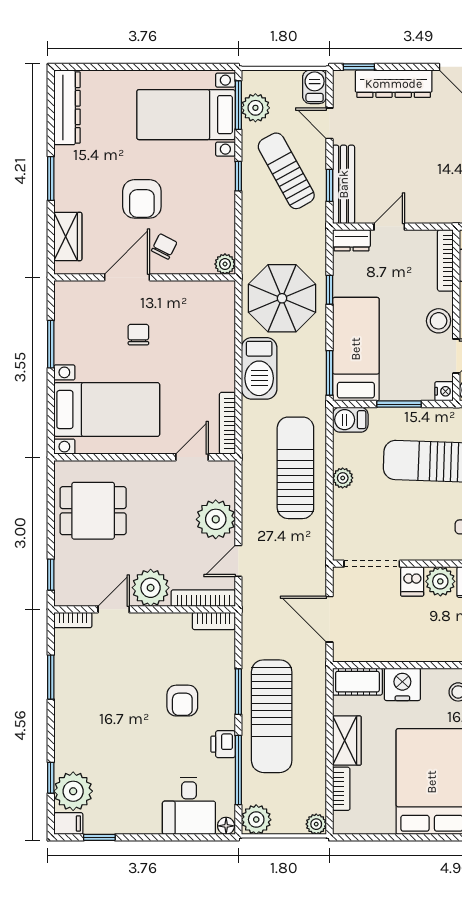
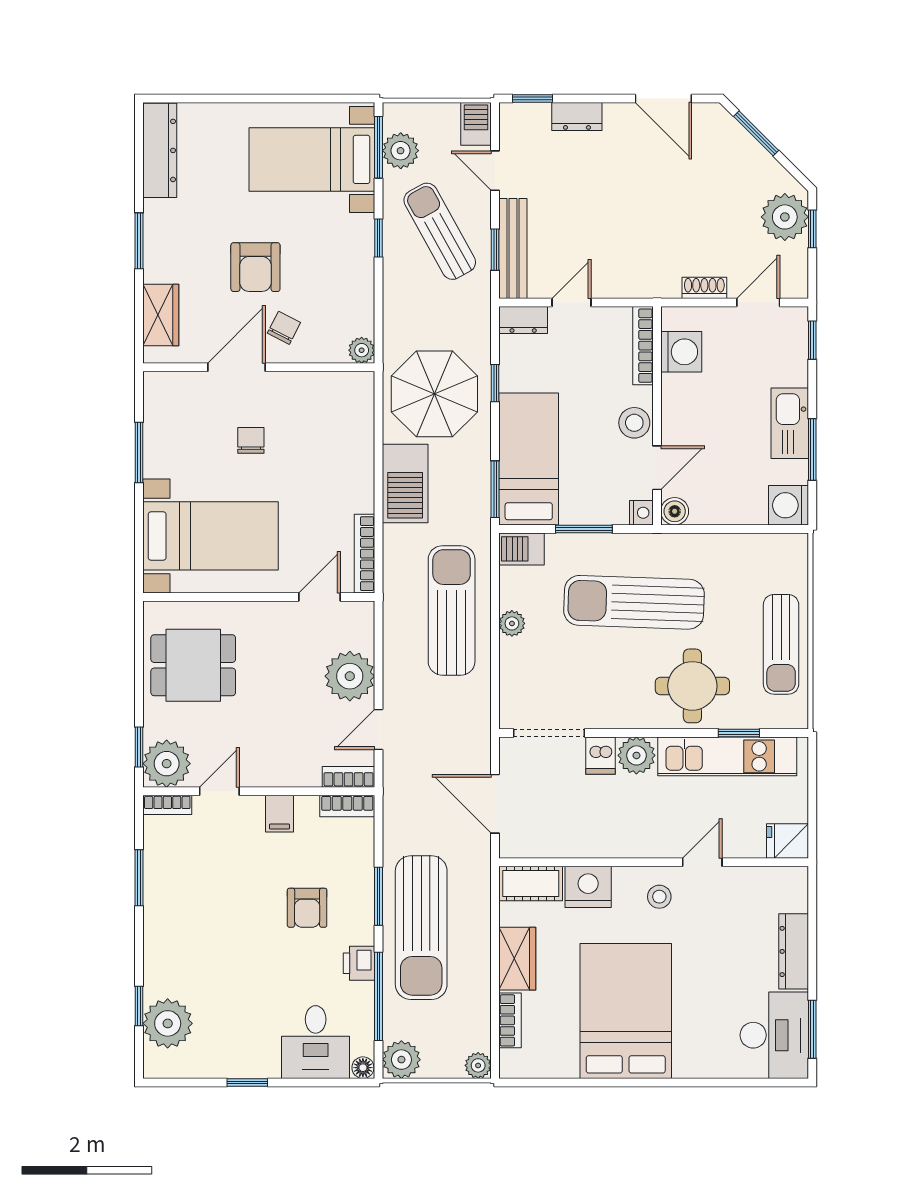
dresser: (394, 84) -> (577, 116), width x0.51, depth x0.80
plant: (151, 588) -> (167, 764), moved
bookcase: (203, 598) -> (348, 777), width x0.64
filing cabinet: (68, 823) -> (279, 814), moved, turned 90
window: (99, 837) -> (247, 1082), moved

